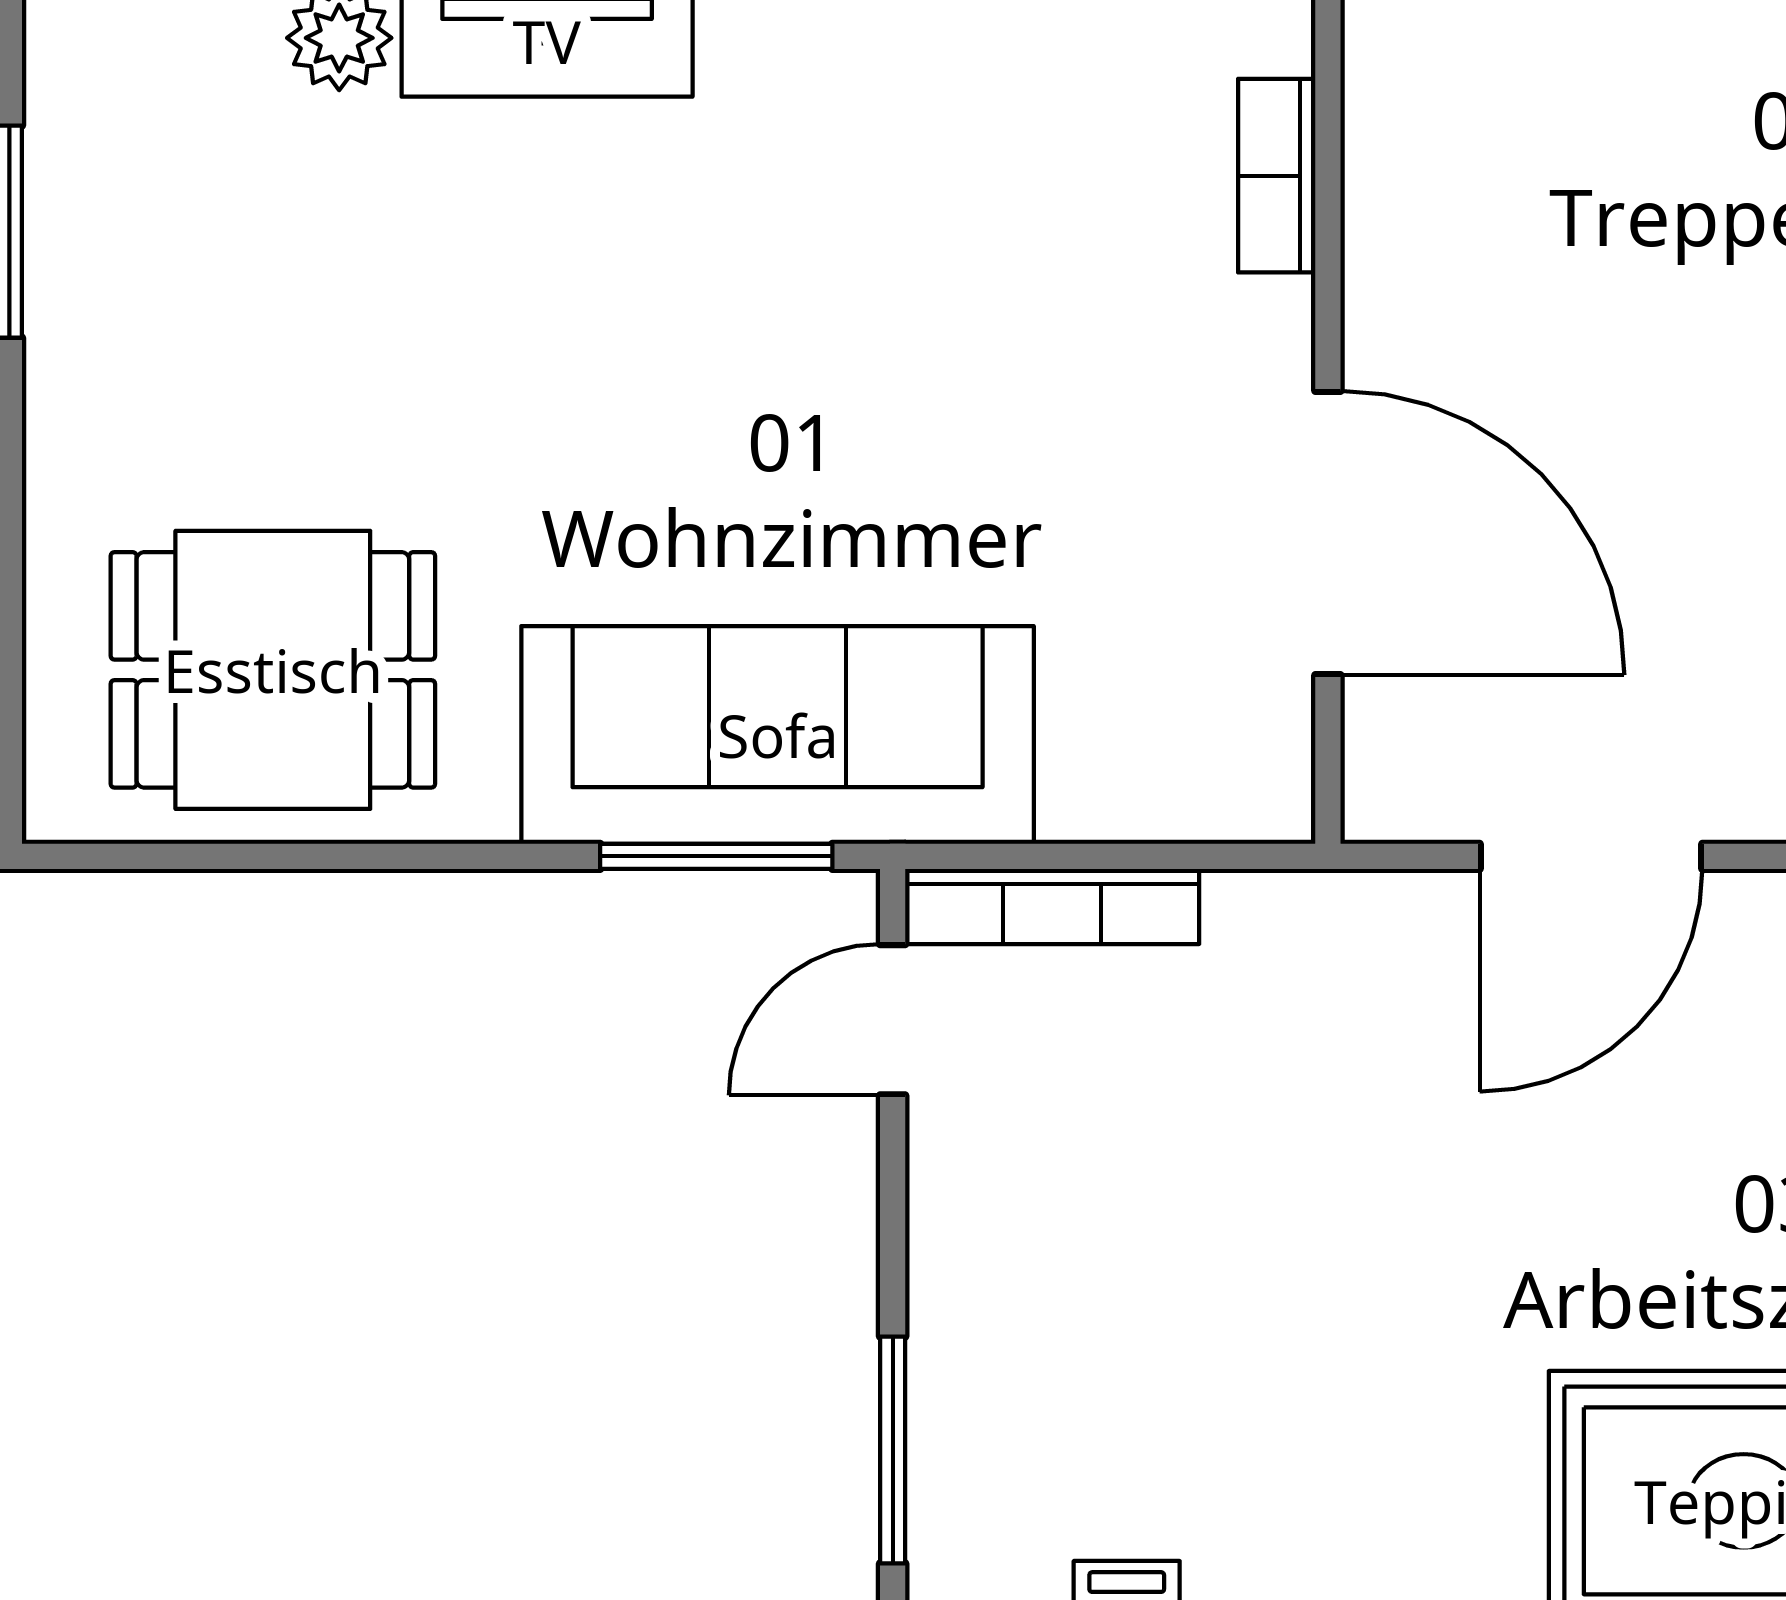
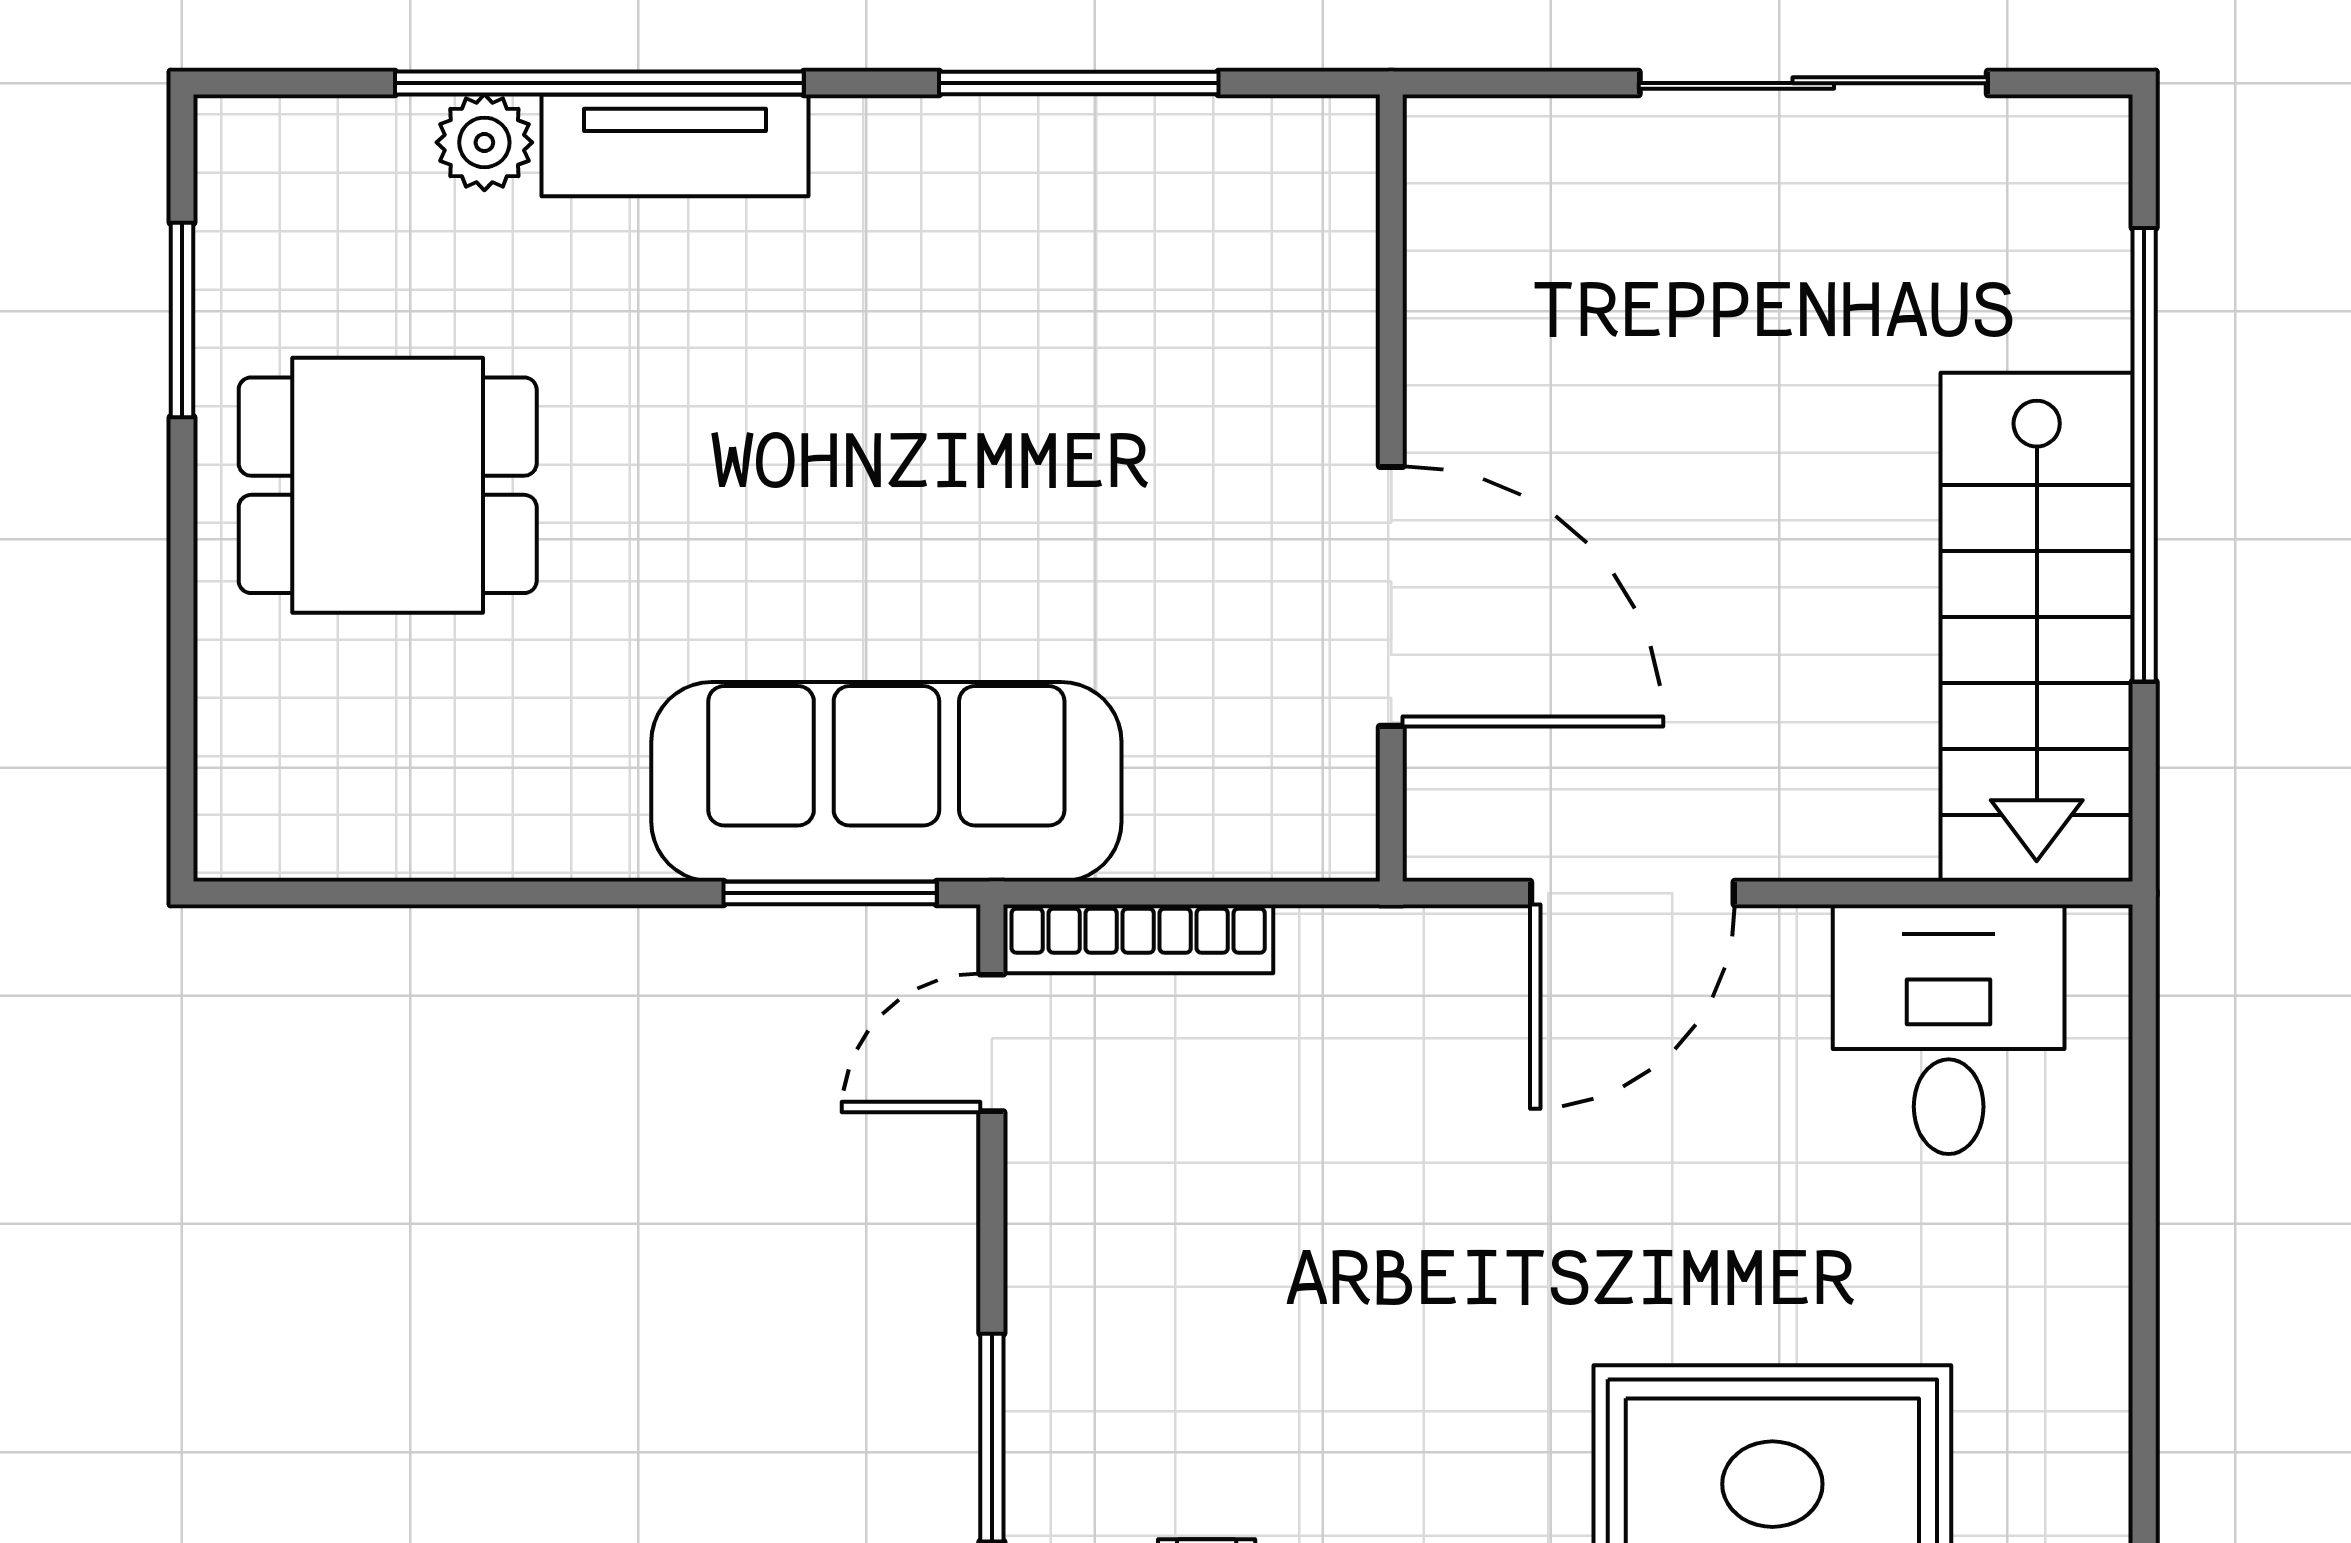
bookcase: (1277, 176) -> (1344, 269), removed
dining table: (273, 670) -> (388, 485), moved

